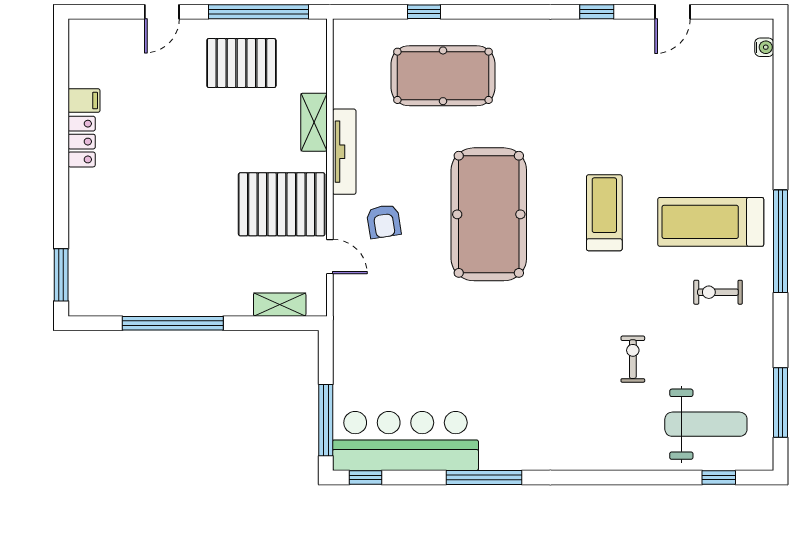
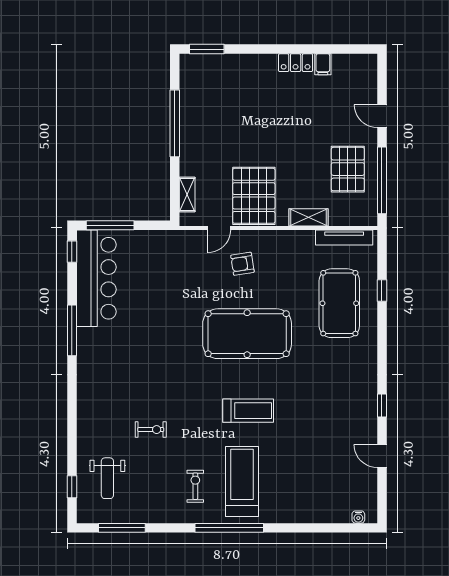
tv unit: (344, 152) -> (344, 237), moved
weight bench: (706, 424) -> (107, 478), width x0.73, depth x0.75

